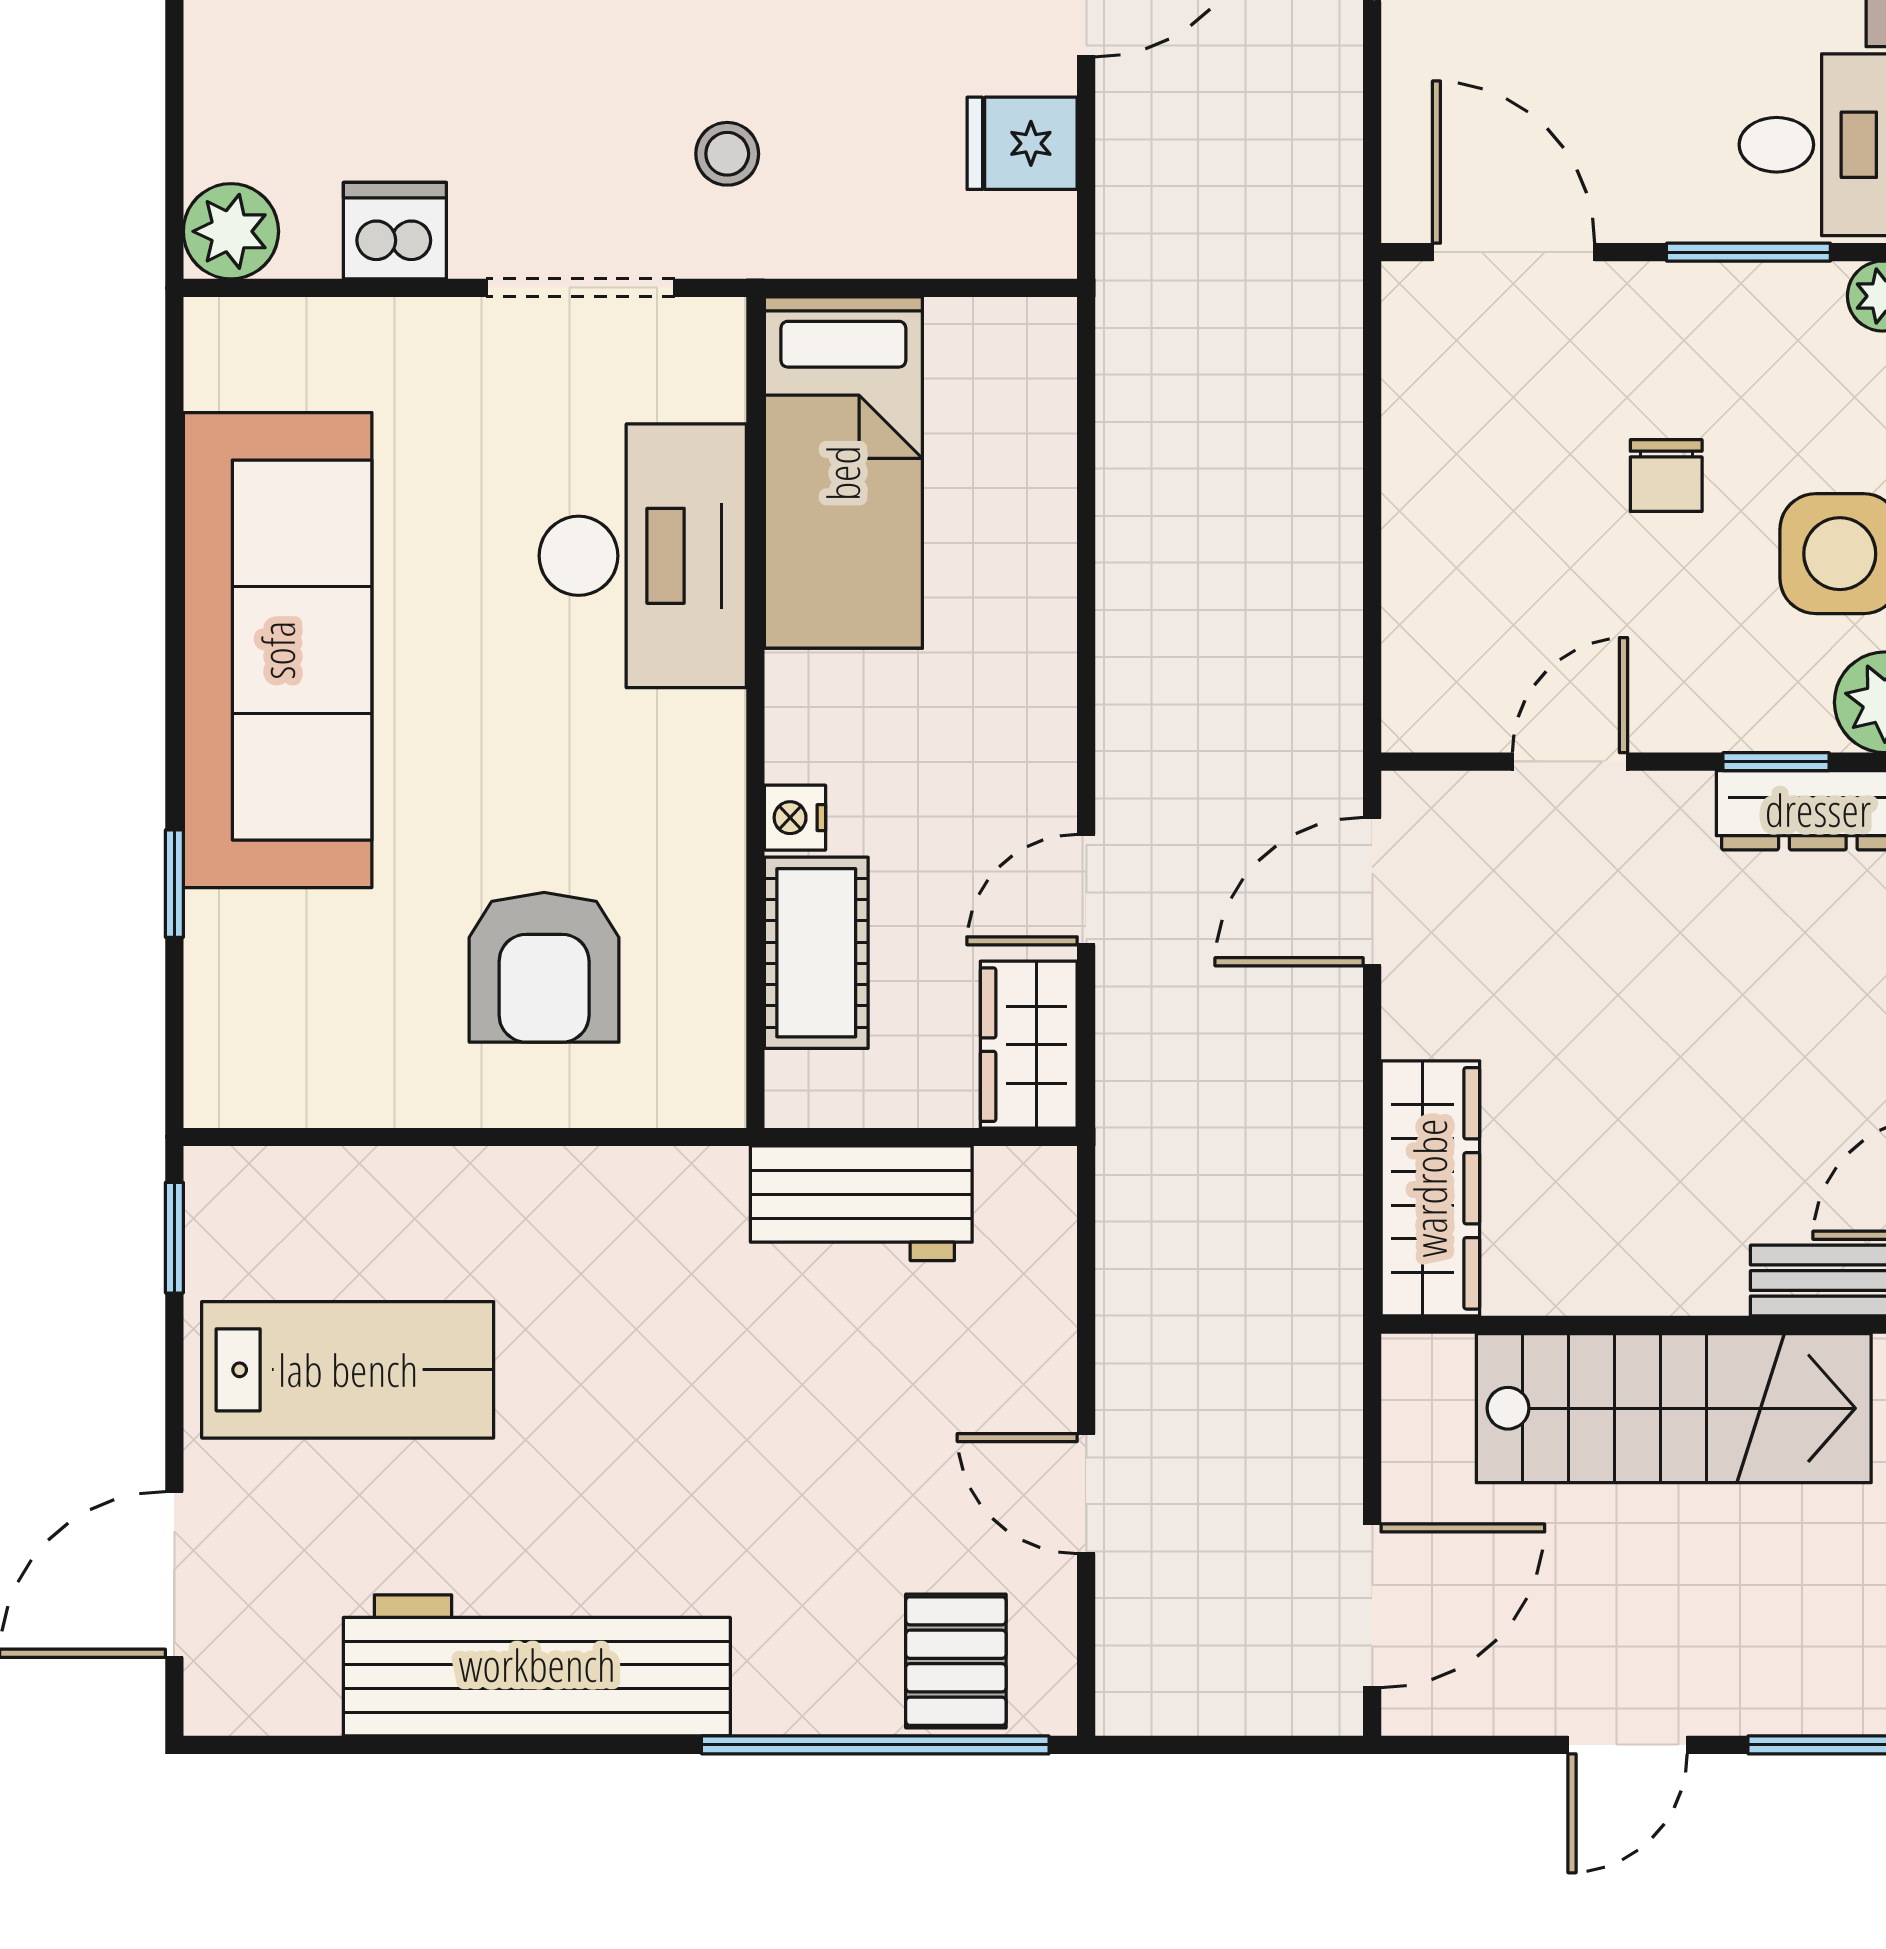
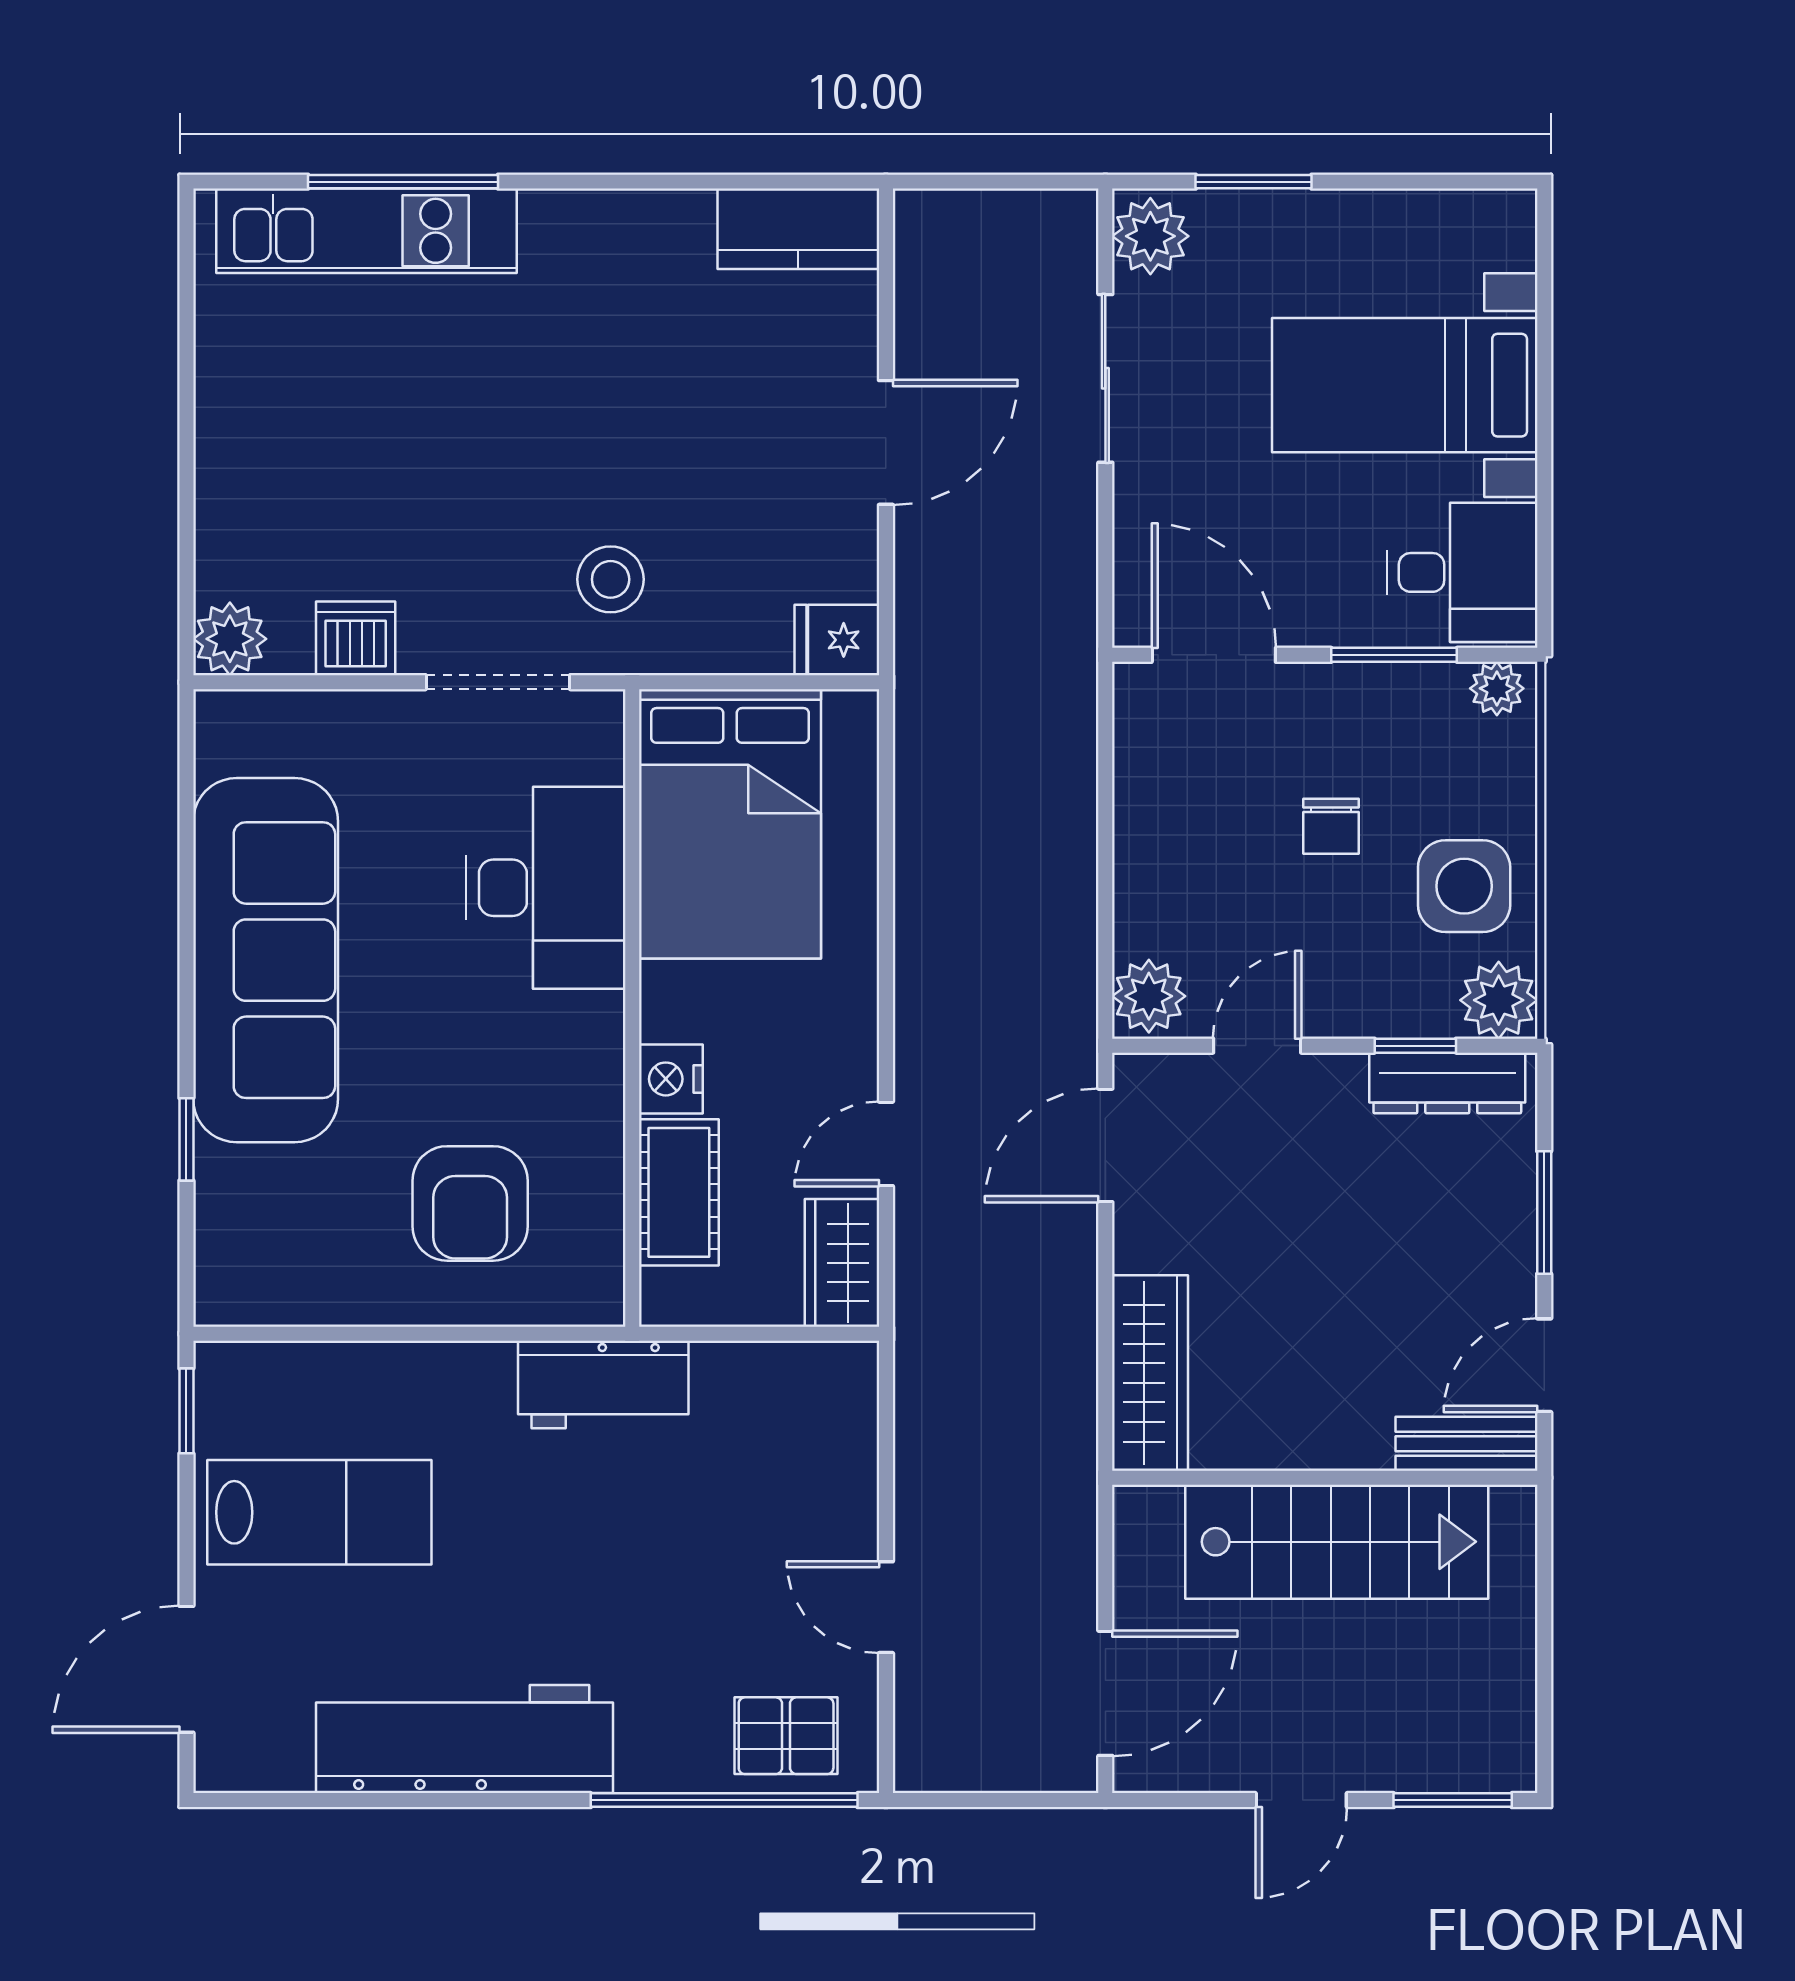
fridge: (1022, 143) -> (837, 640), moved
stool: (727, 154) -> (611, 579), width x1.37, depth x1.37
bed: (843, 473) -> (730, 824), width x1.50
plant: (1429, 697) -> (1149, 996), added
nightstand: (795, 818) -> (671, 1079), width x1.39, depth x1.35
workbench: (861, 1203) -> (603, 1385), moved
pallet: (956, 1661) -> (786, 1736), turned 90

